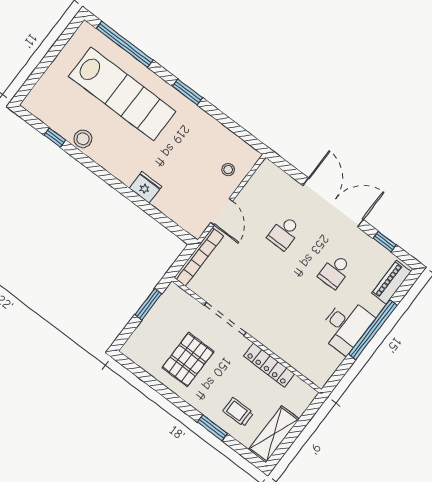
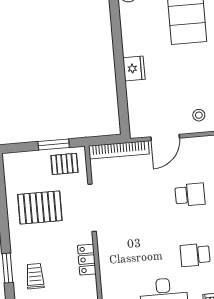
school desk: (284, 233) -> (190, 195), turned 180
pallet: (171, 309) -> (64, 164), added
locker: (269, 365) -> (87, 260), width x0.66

